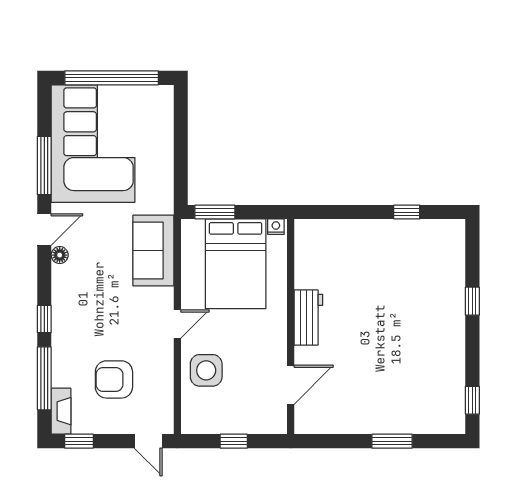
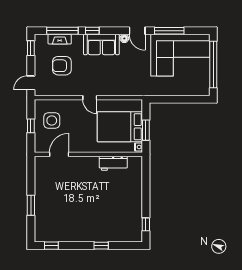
window: (215, 212) -> (146, 130), moved
window: (407, 212) -> (146, 224), moved
sofa: (153, 251) -> (101, 45), moved, turned 180
workbench: (308, 318) -> (113, 163), moved
side table: (206, 370) -> (52, 120), moved
armchair: (114, 379) -> (62, 66), turned -90
door: (291, 385) -> (59, 154), swing flipped
fireplace: (61, 411) -> (60, 39), moved

